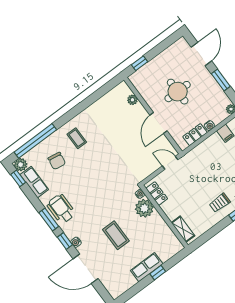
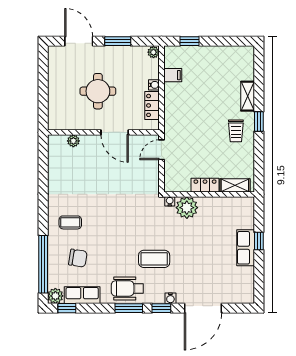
window: (139, 63) -> (43, 108), removed
locker: (157, 194) -> (205, 185), moved
coffee table: (116, 235) -> (154, 259), moved

